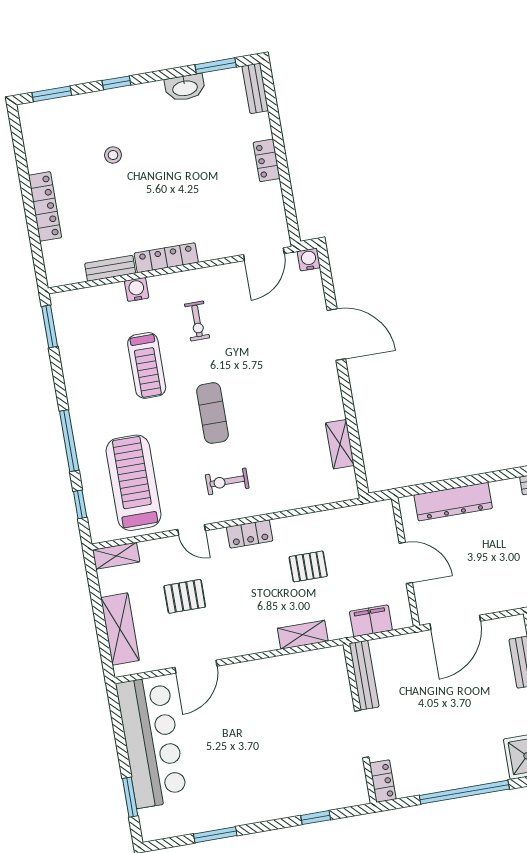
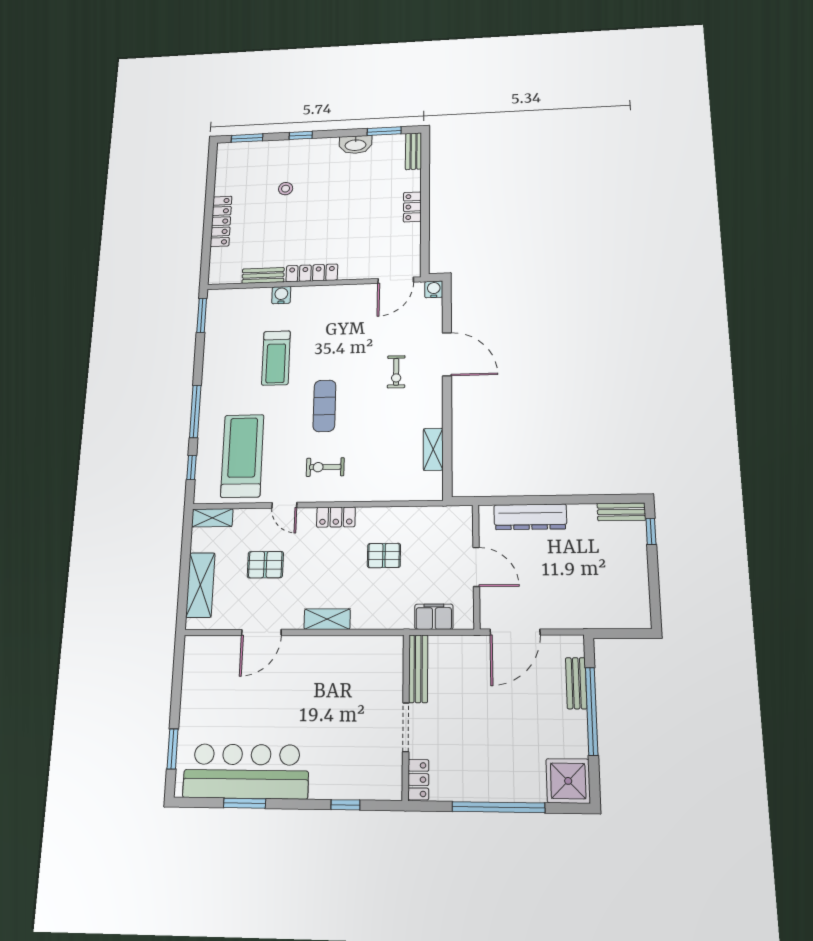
exercise bike: (197, 321) -> (396, 372), moved
shelving: (303, 635) -> (327, 619), moved
bar counter: (152, 742) -> (246, 771), moved, turned -90

